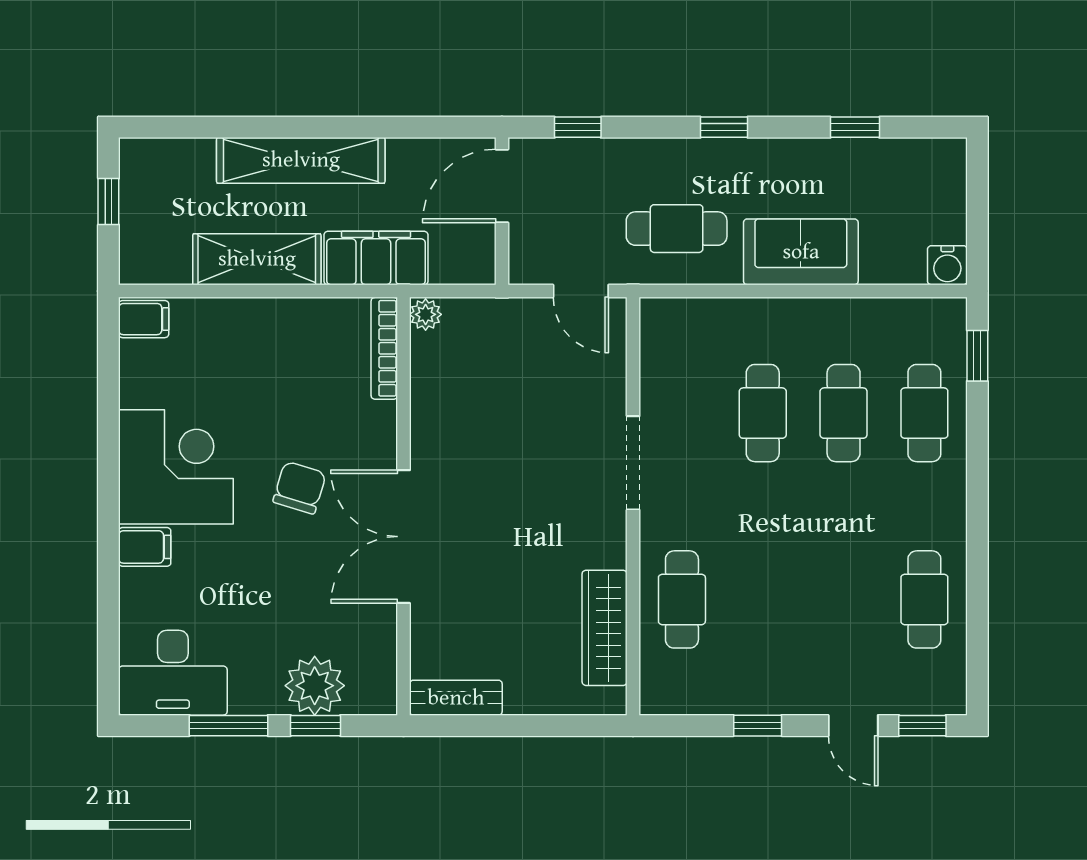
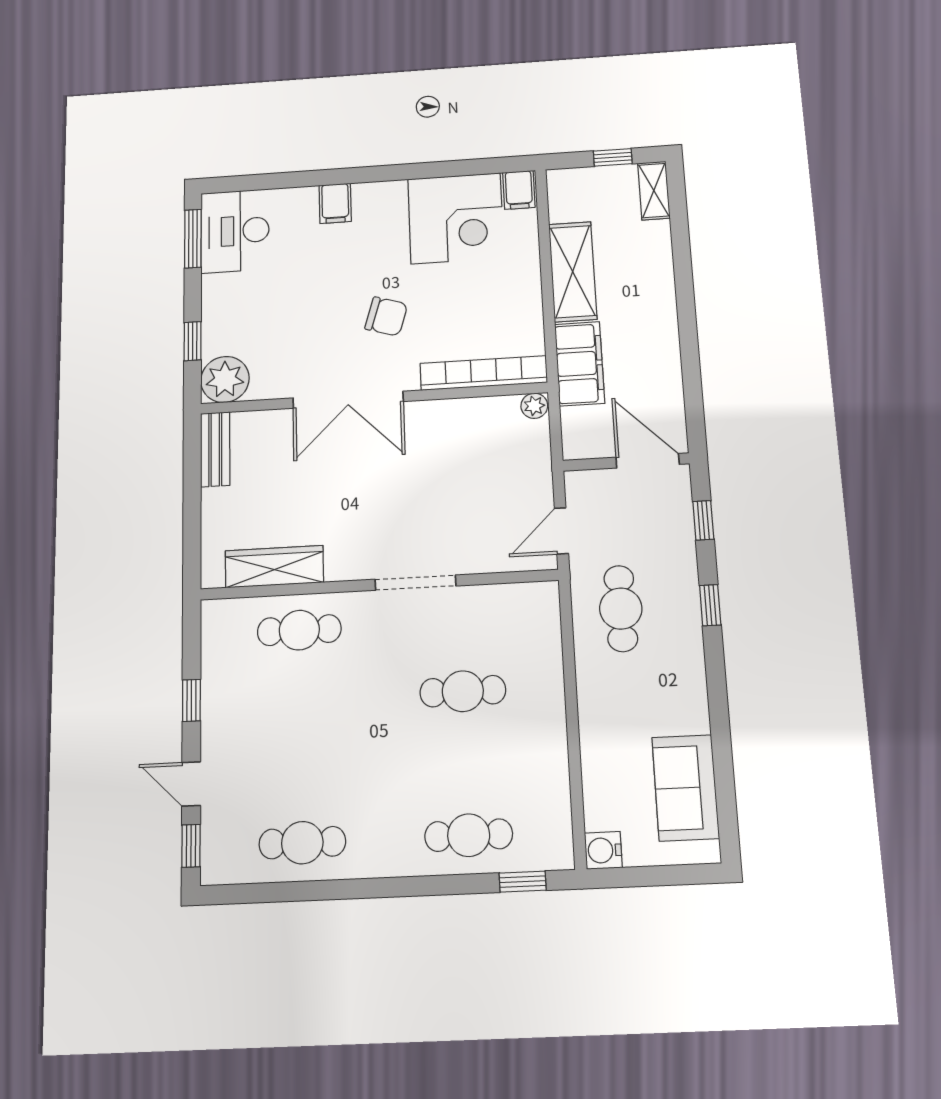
window: (724, 127) -> (710, 605), moved
window: (855, 127) -> (723, 760), removed
shelving: (301, 160) -> (654, 191), moved, width x0.45, depth x0.75
sofa: (801, 252) -> (686, 788), moved, turned 180
bookcase: (384, 348) -> (484, 373), width x1.48, depth x1.31
cafe table: (844, 413) -> (466, 762), removed
corner desk: (176, 467) -> (456, 218), moved
double door: (404, 537) -> (348, 400), swing flipped
plant: (315, 686) -> (225, 379), moved
window: (229, 726) -> (193, 239), moved
door: (853, 726) -> (191, 784), hinge flipped

